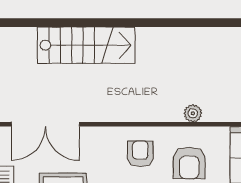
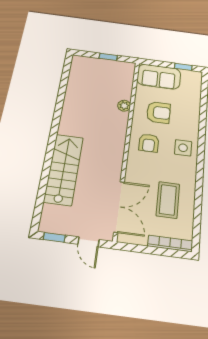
armchair: (140, 154) -> (149, 143), turned -90

